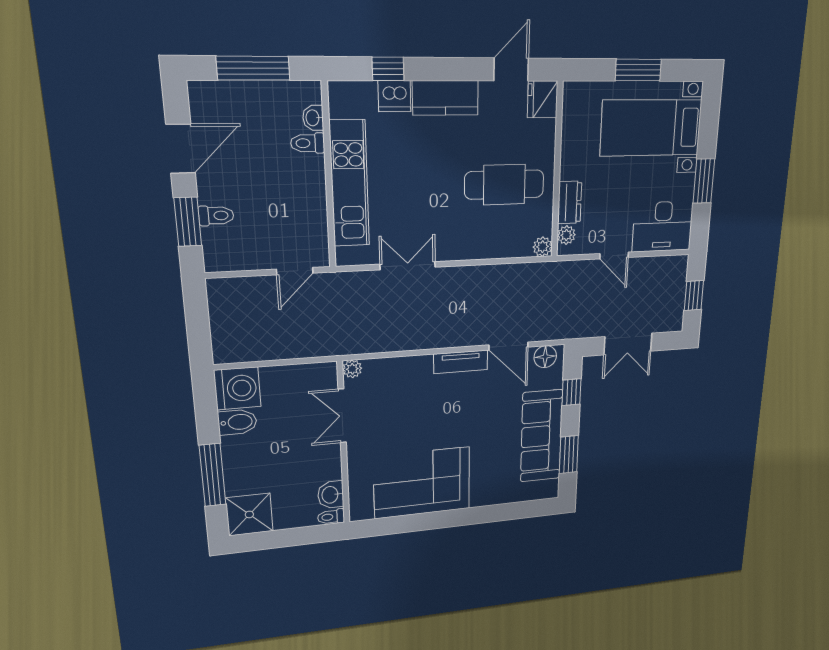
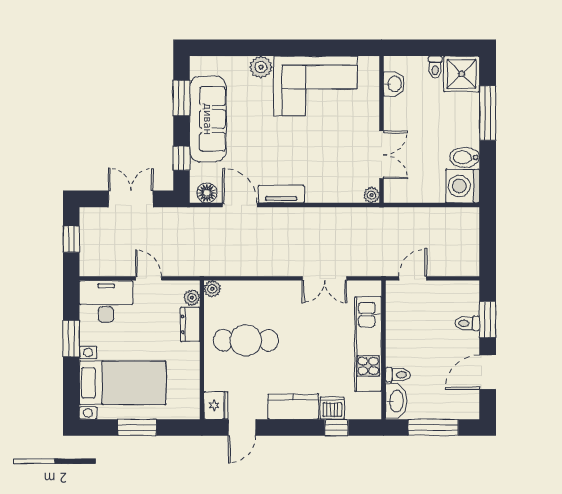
washbasin: (313, 118) -> (396, 401), width x1.91, depth x1.45
plant: (483, 495) -> (261, 67), added
toilet: (331, 517) -> (435, 67), moved, turned 90

